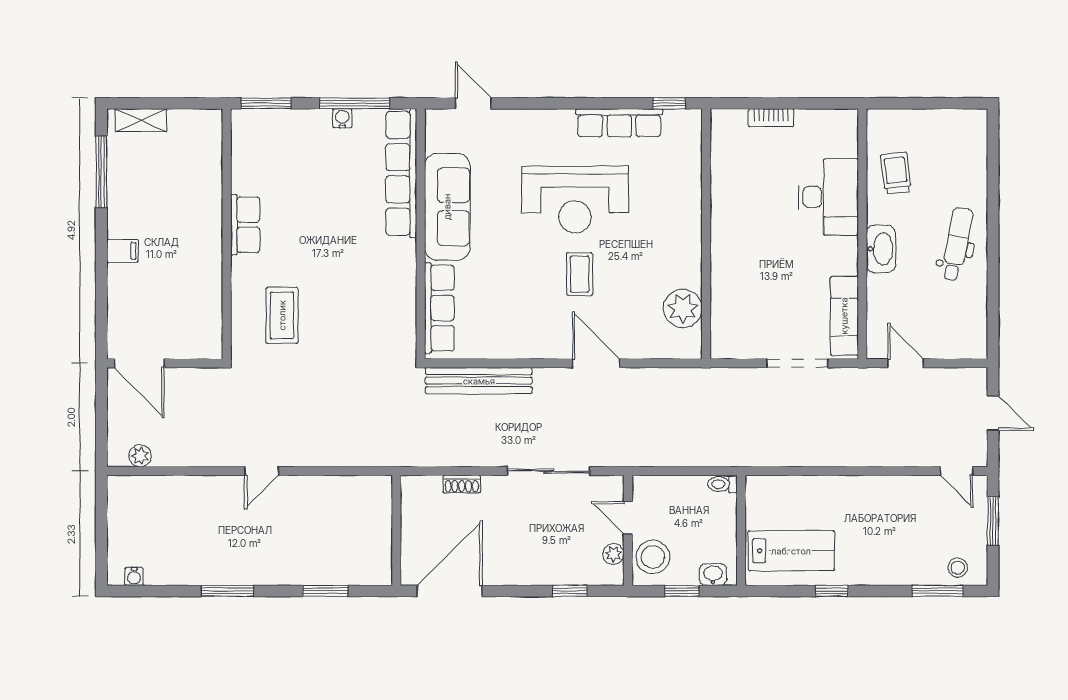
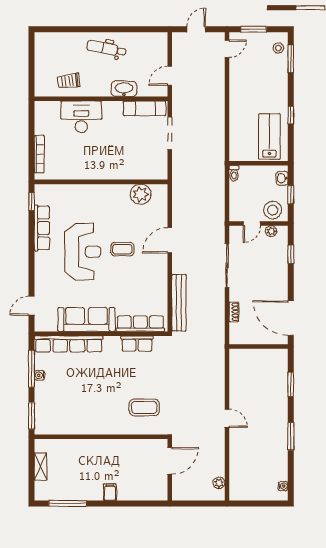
bookcase: (771, 118) -> (39, 154), width x1.56
shelving: (141, 120) -> (41, 467), moved
row of seats: (245, 225) -> (137, 344), moved, turned 180
washbasin: (881, 249) -> (124, 89), moved
door: (139, 363) -> (170, 461), moved

